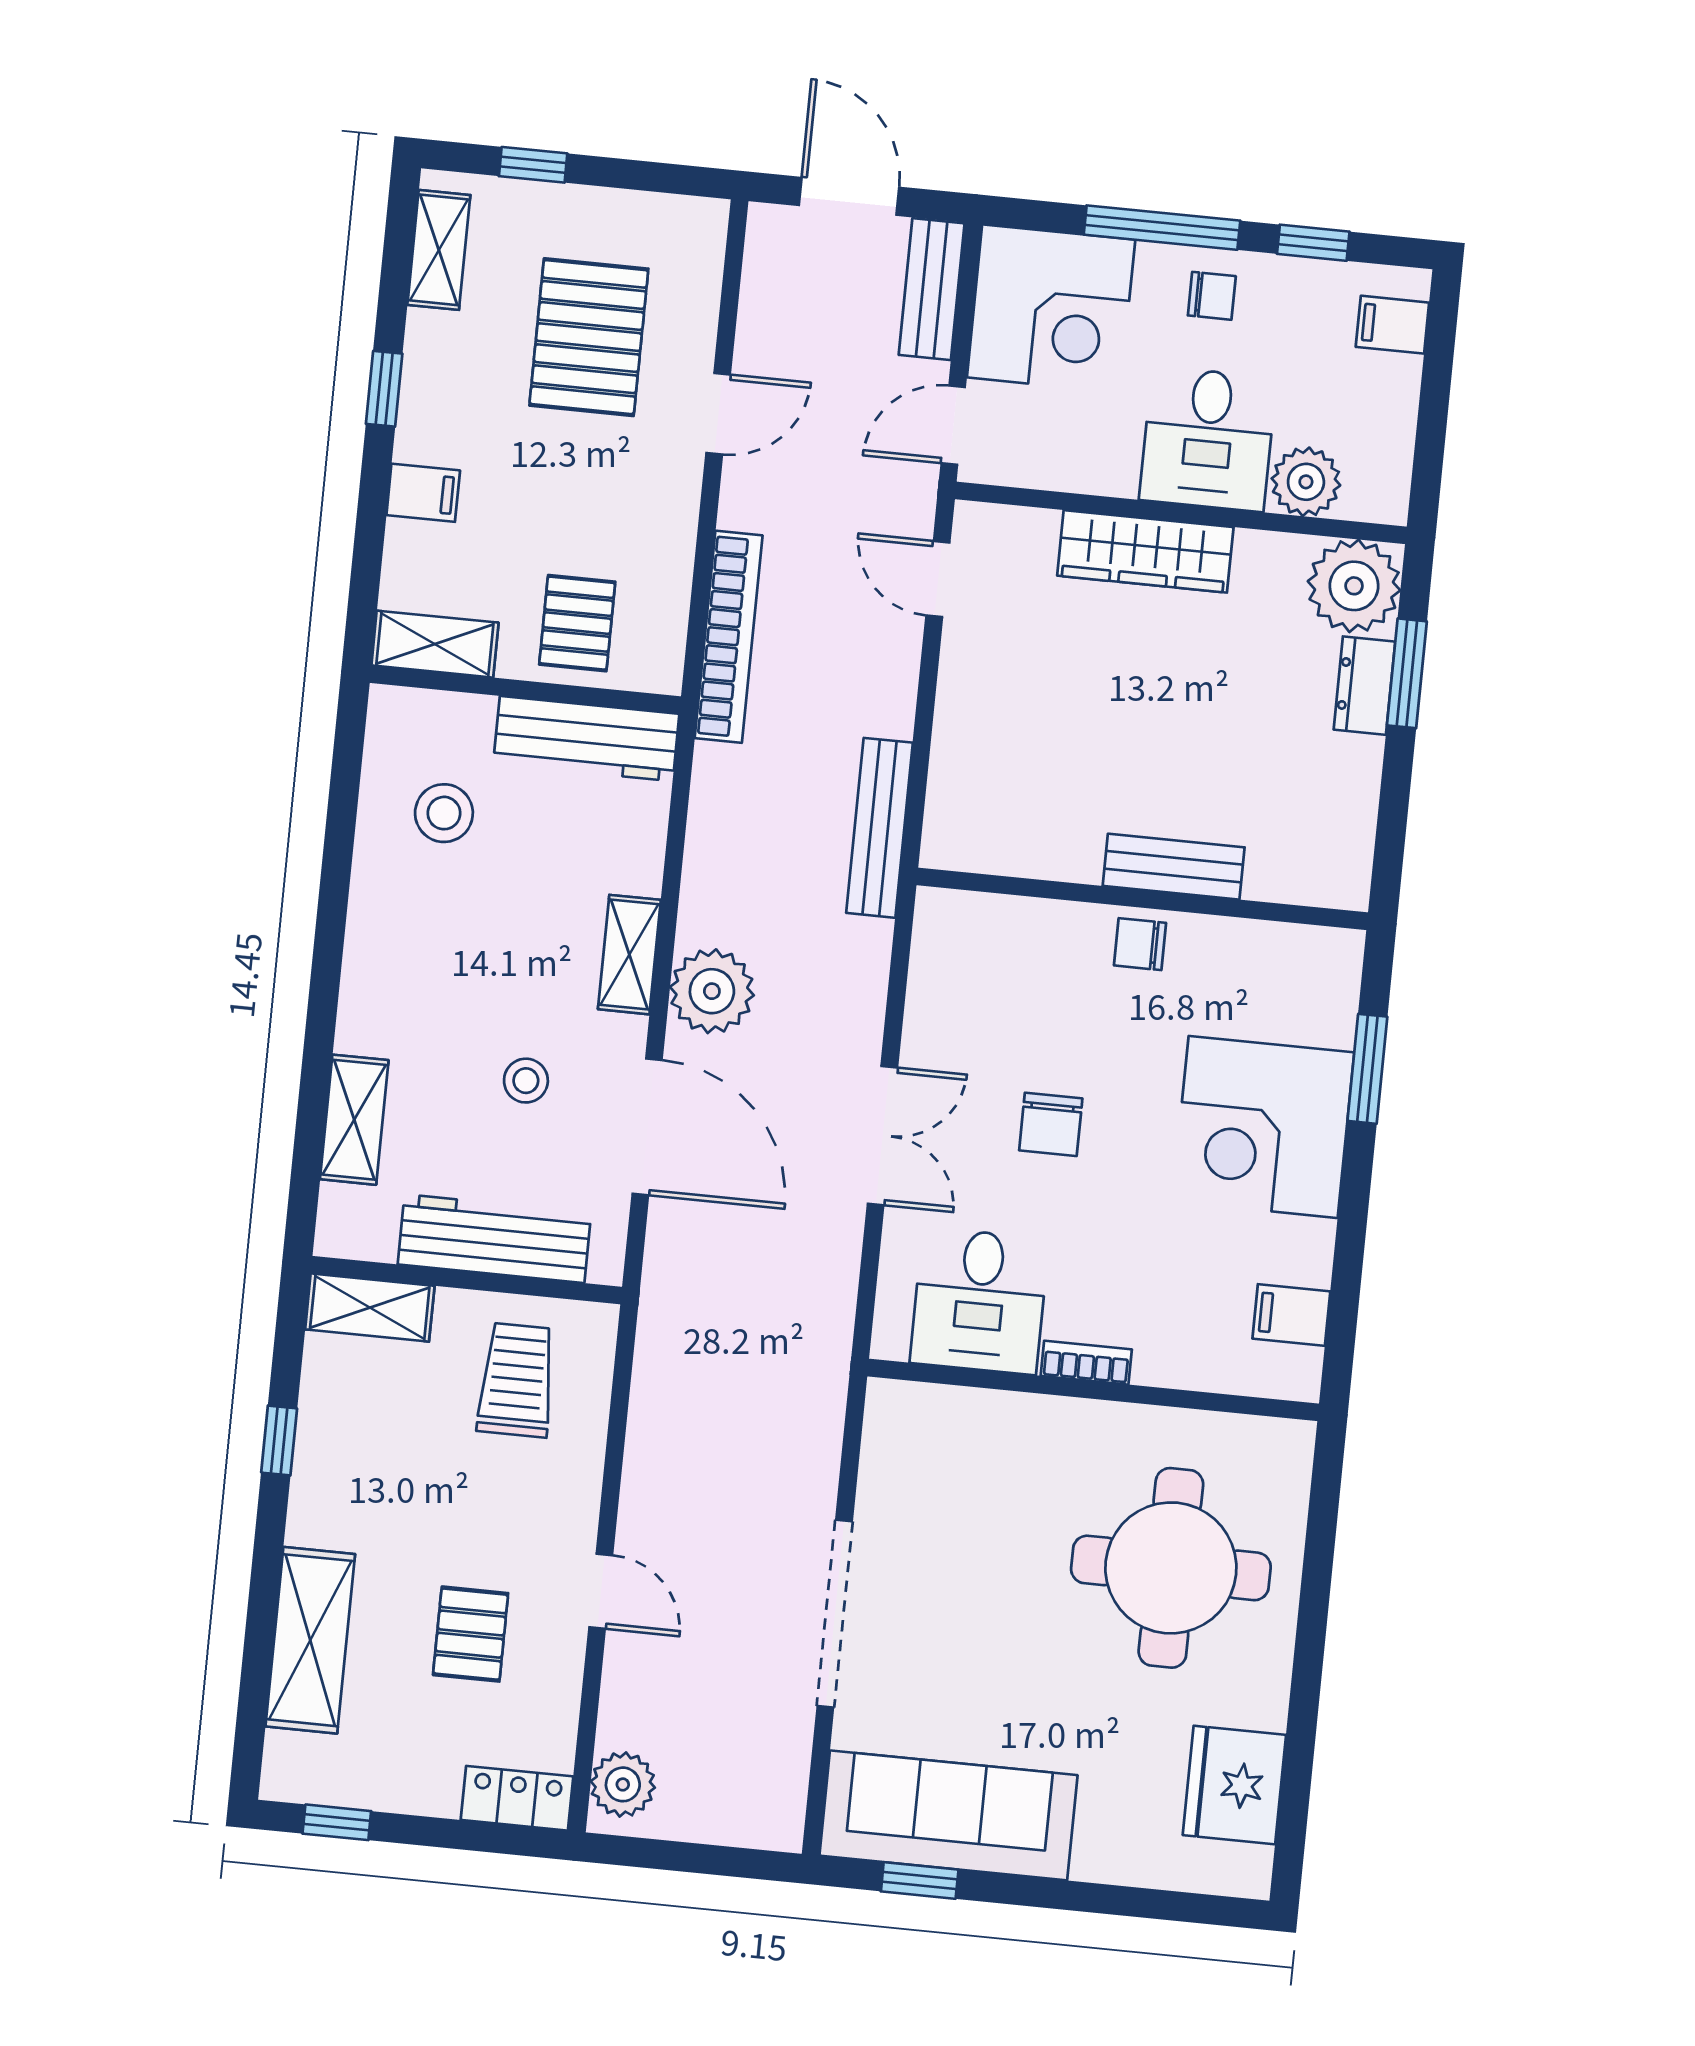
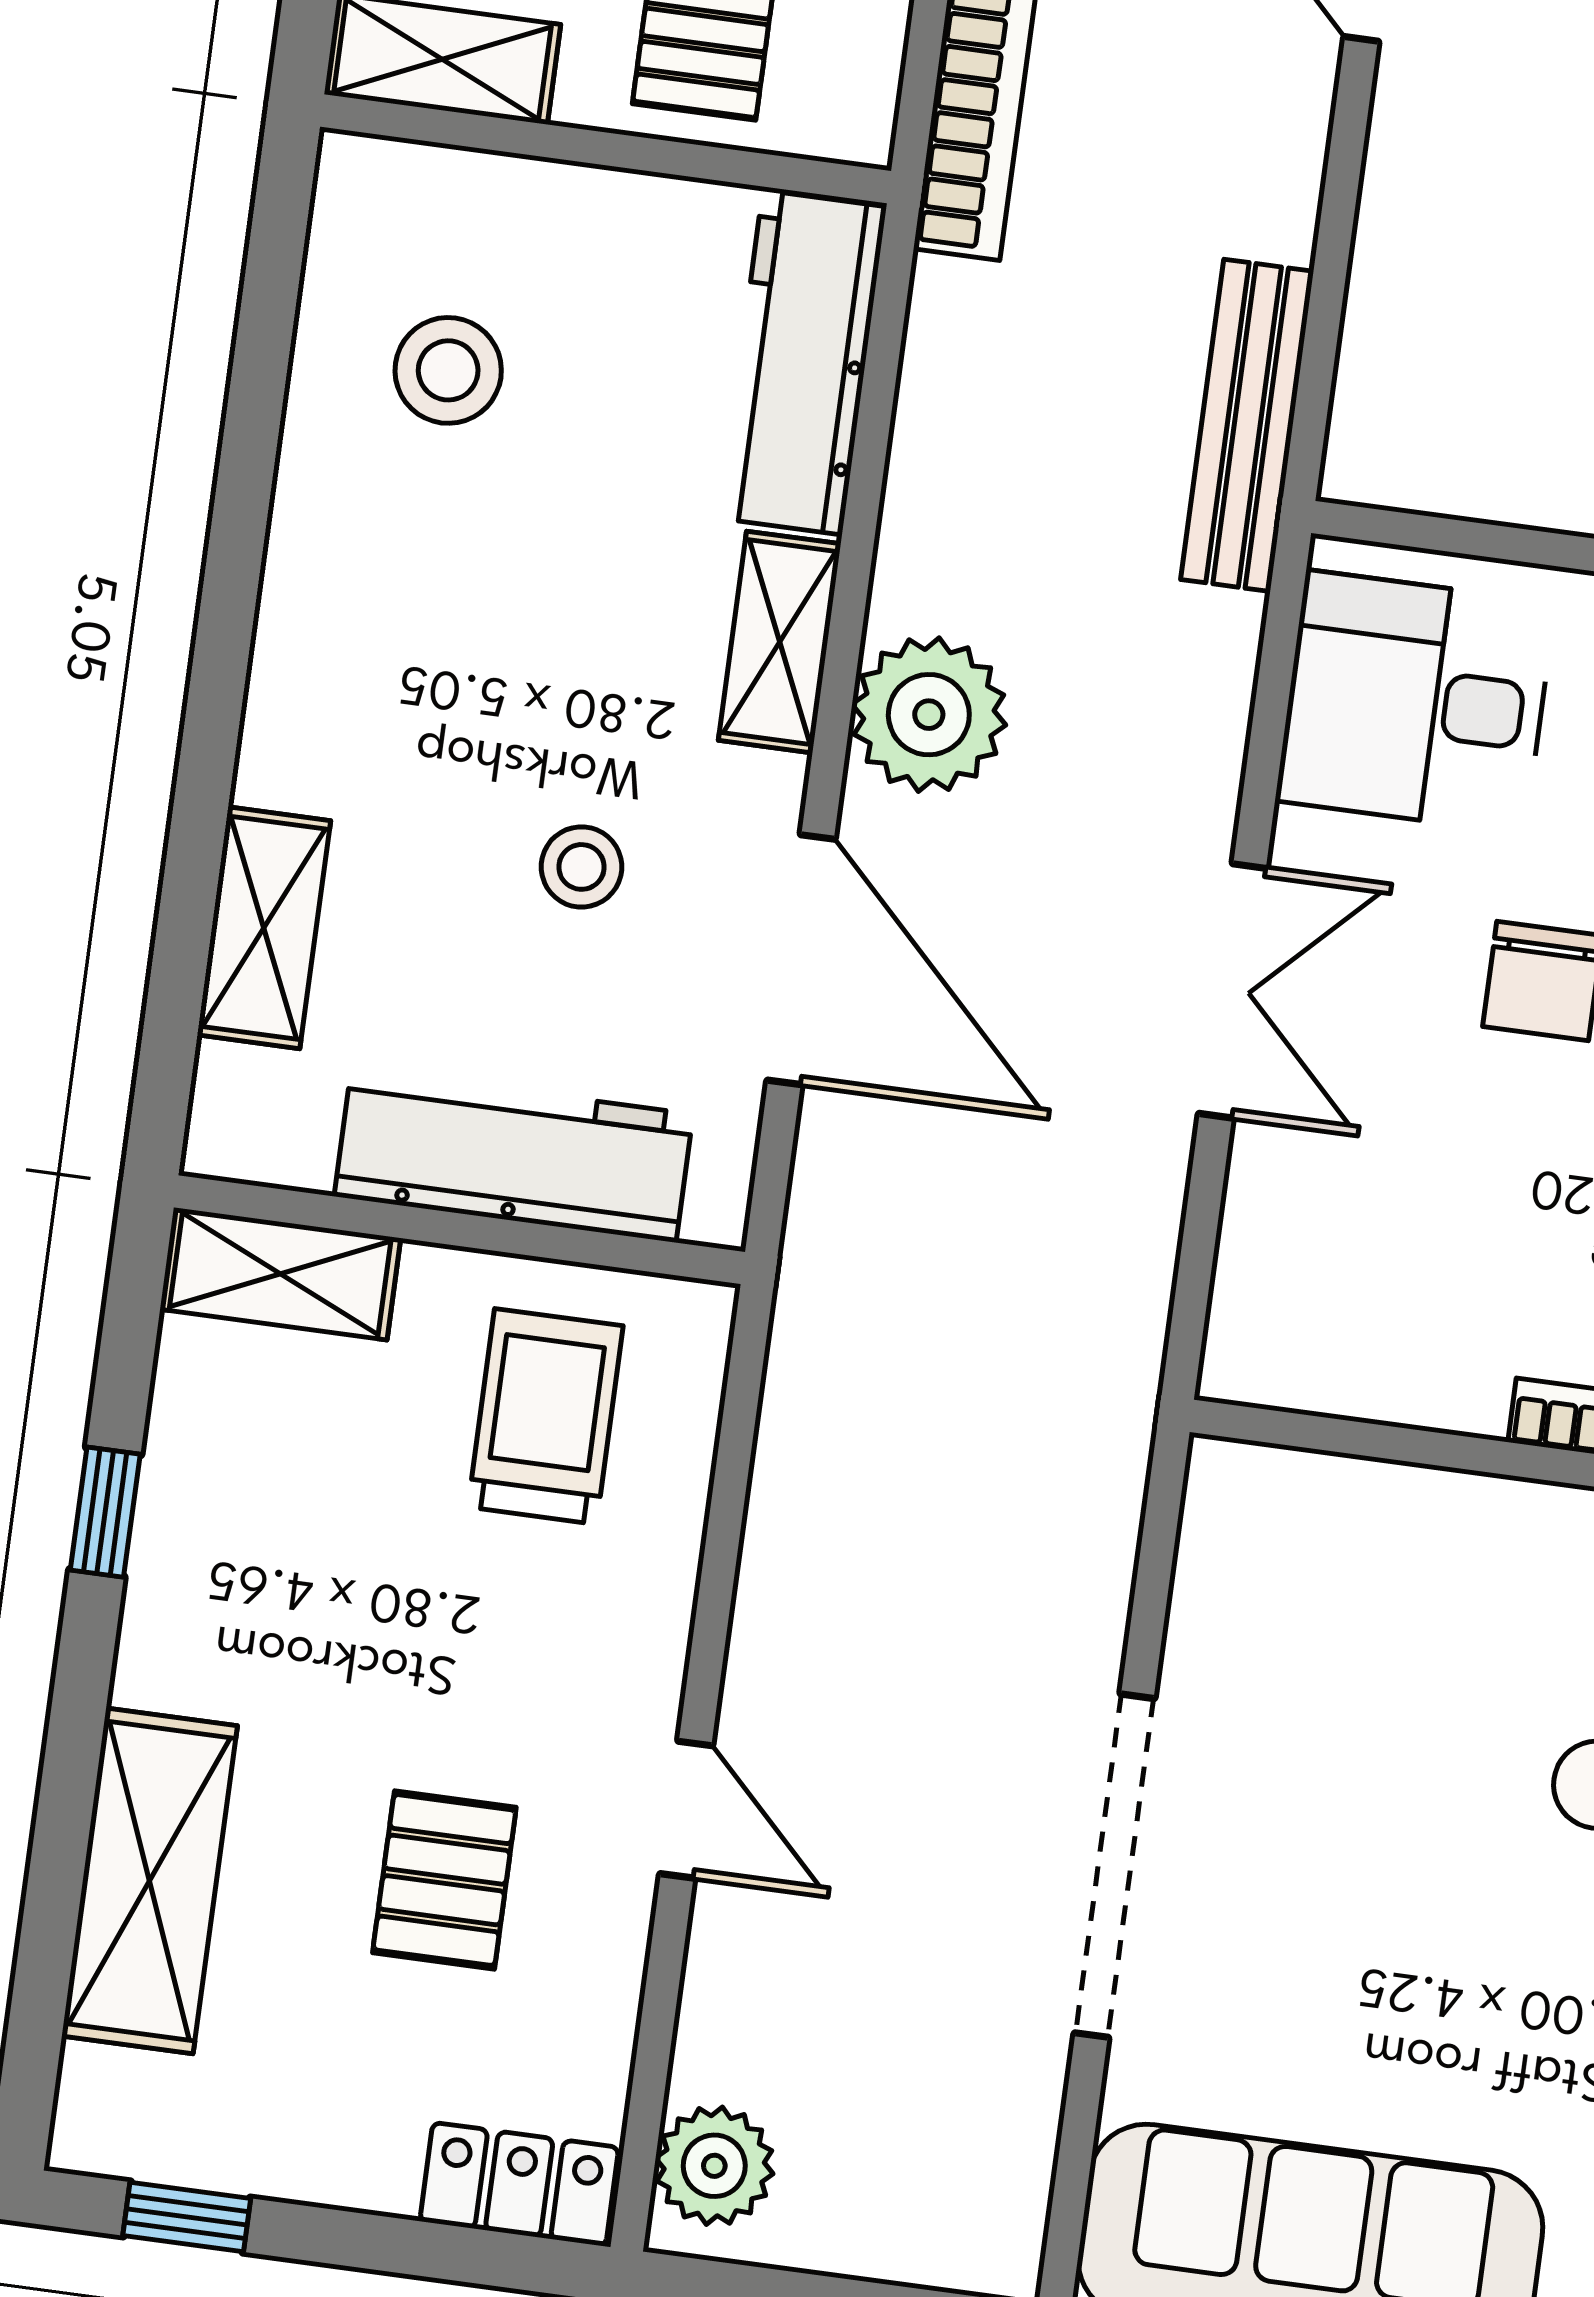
workbench: (586, 739) -> (803, 363), moved, turned 90
desk: (979, 1301) -> (1415, 702), moved, turned 90

